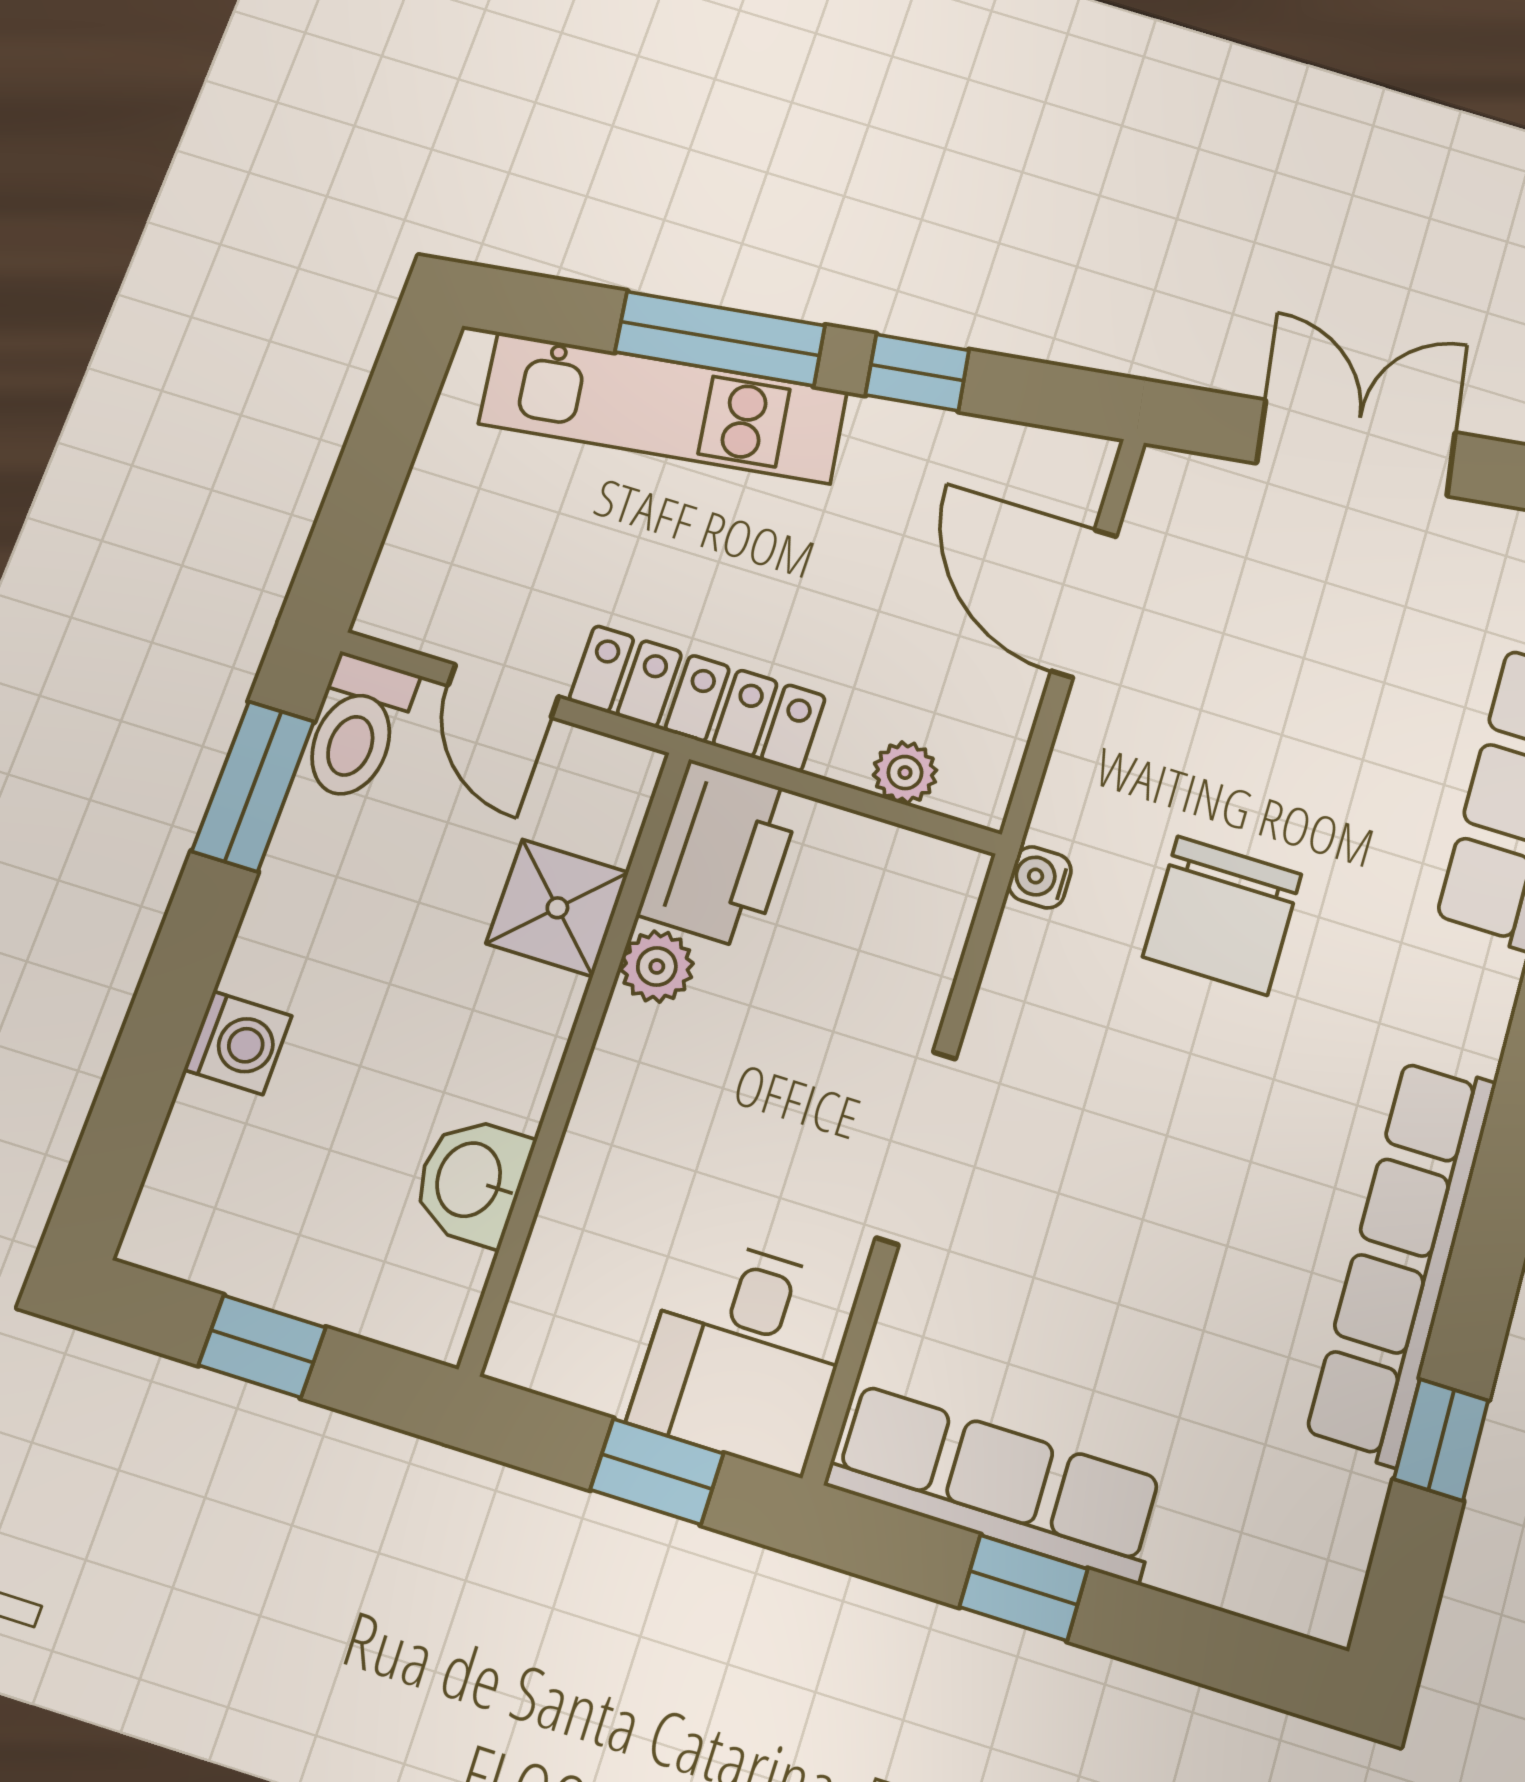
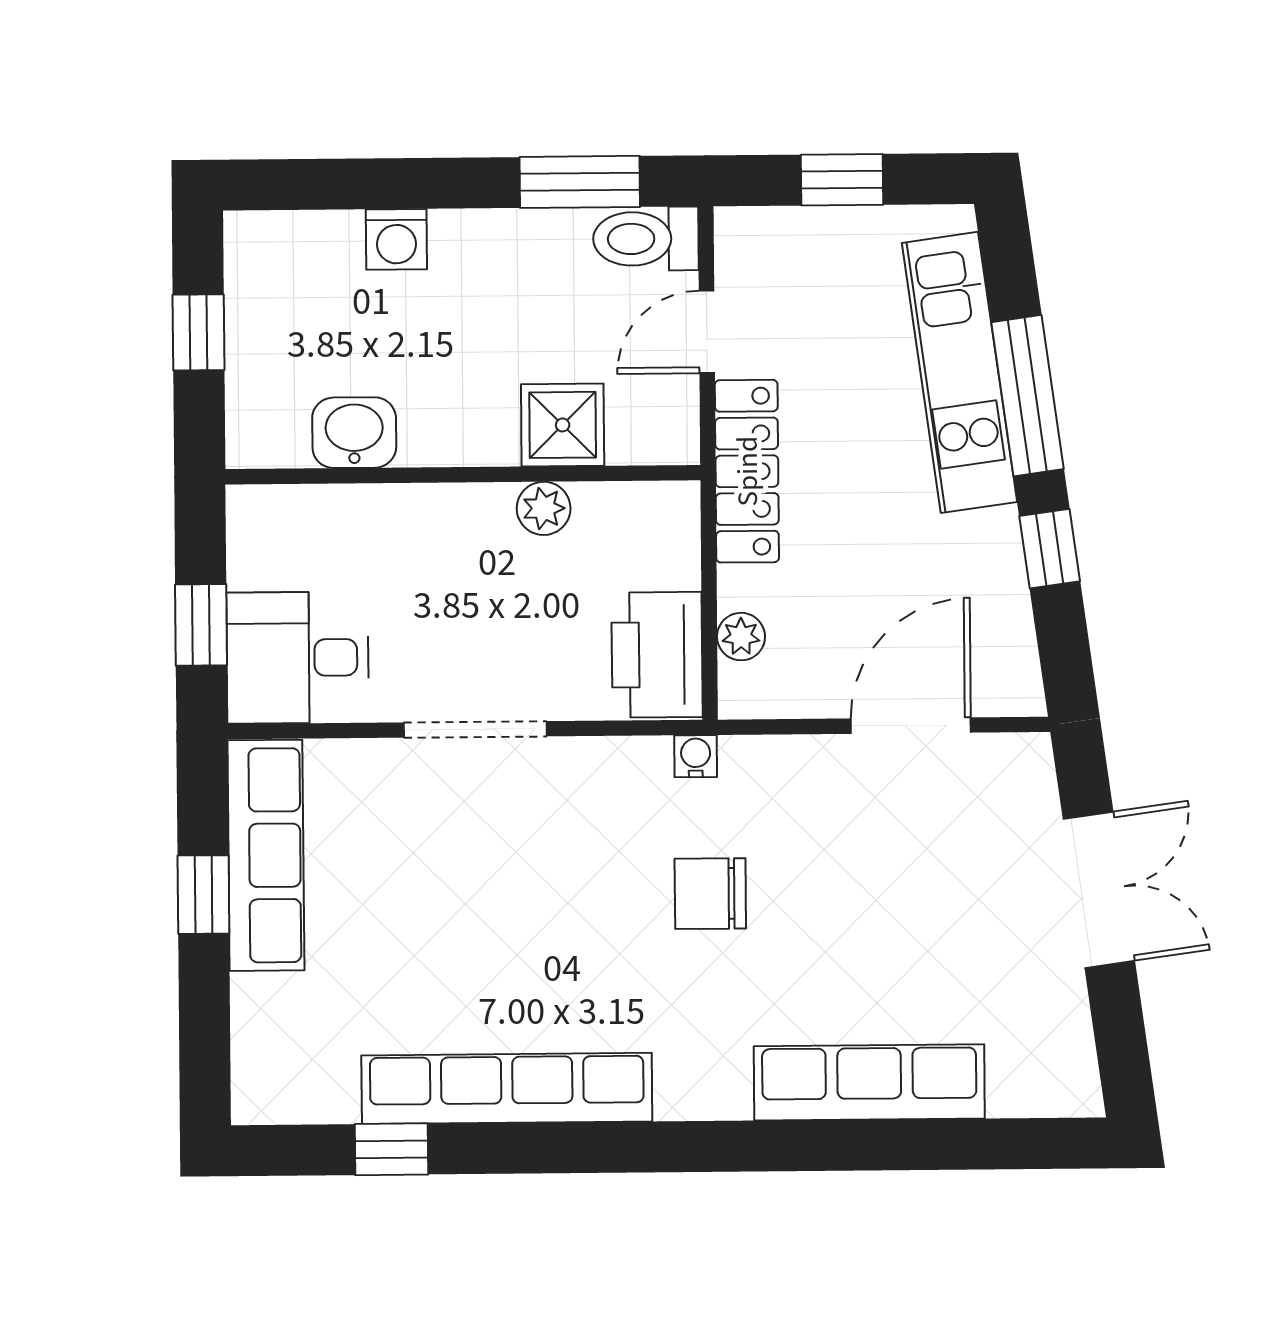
window: (373, 469) -> (842, 180), added
printer: (720, 854) -> (657, 655), moved, turned 90
chair: (1222, 915) -> (710, 894), width x0.73, depth x0.73

